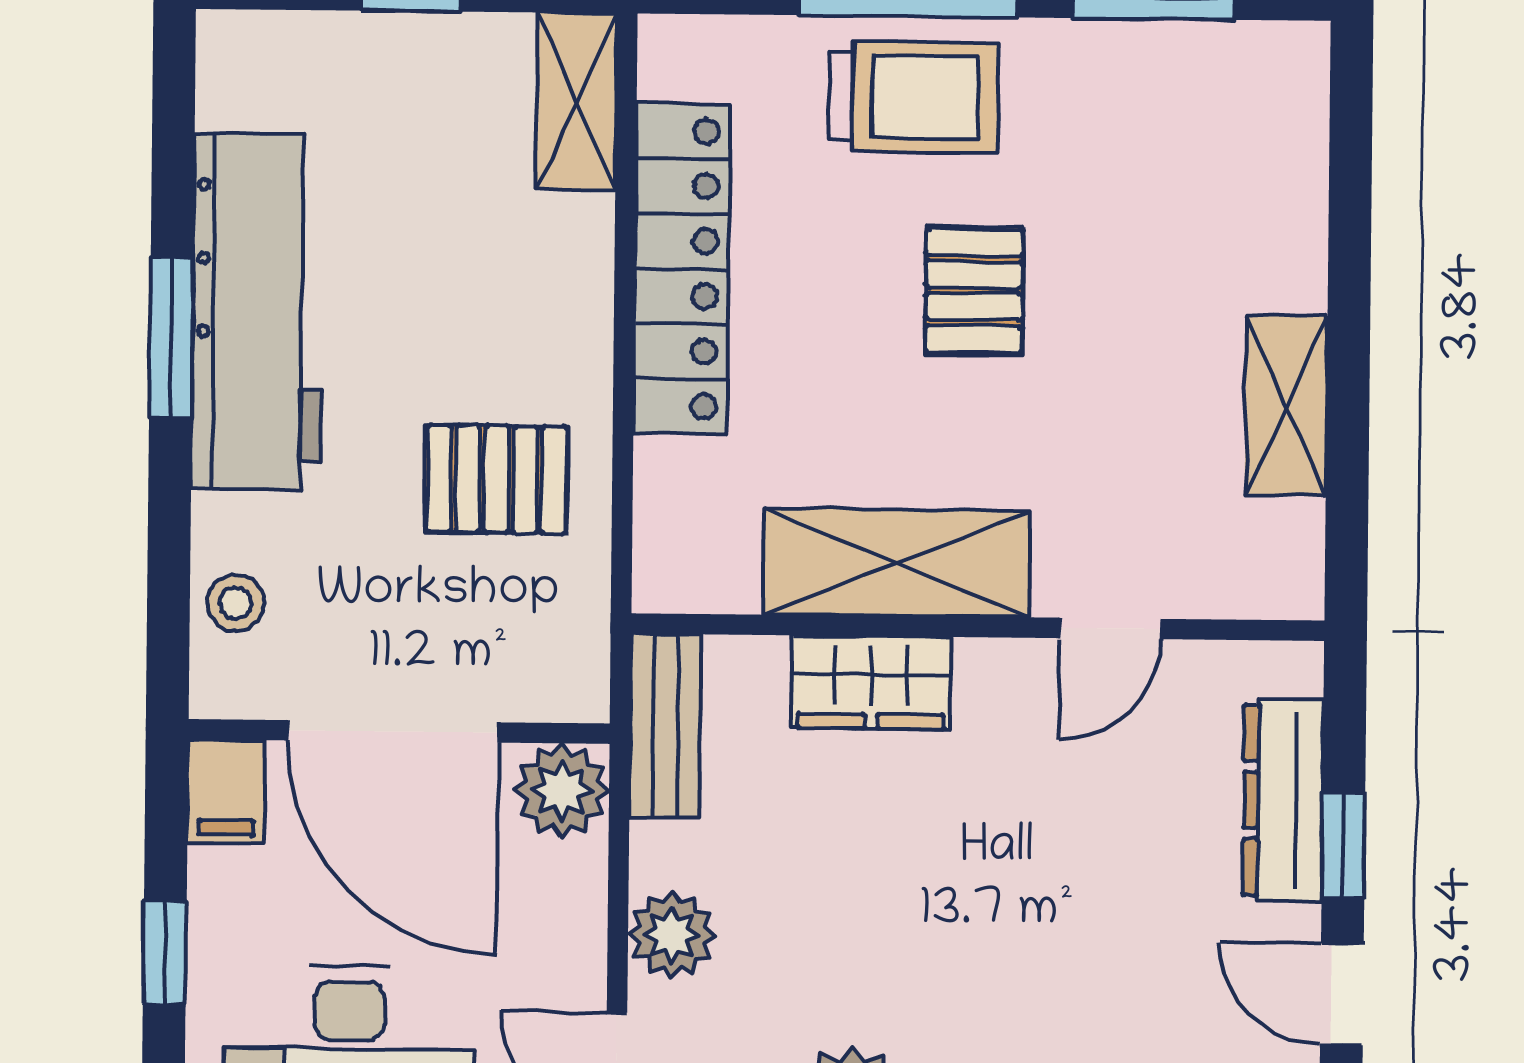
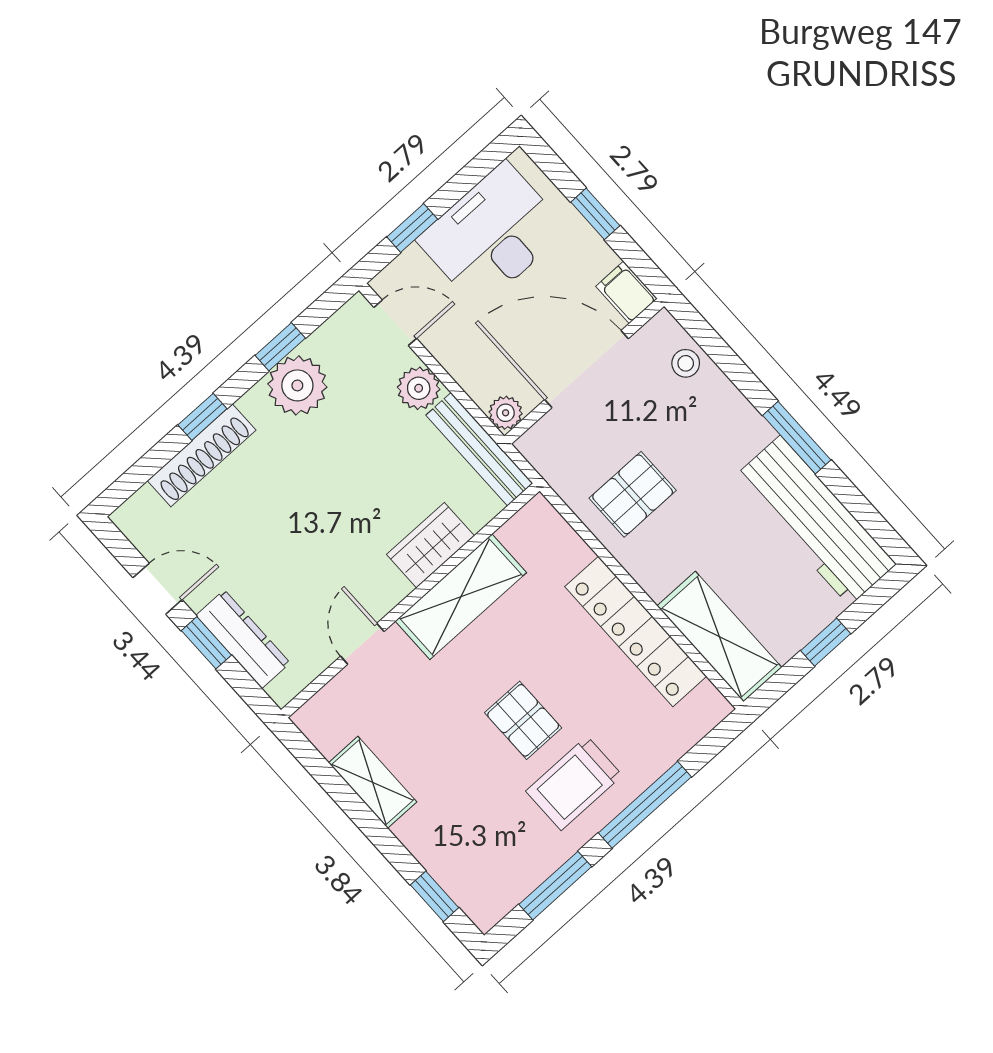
trolley: (914, 97) -> (574, 783), moved
shelving: (577, 101) -> (719, 637), width x1.50, depth x1.33
window: (1351, 149) -> (435, 896), added
workbench: (258, 312) -> (815, 521), moved
bench: (665, 726) -> (479, 449), width x1.36
plant: (562, 790) -> (506, 413), width x0.73, depth x0.73

